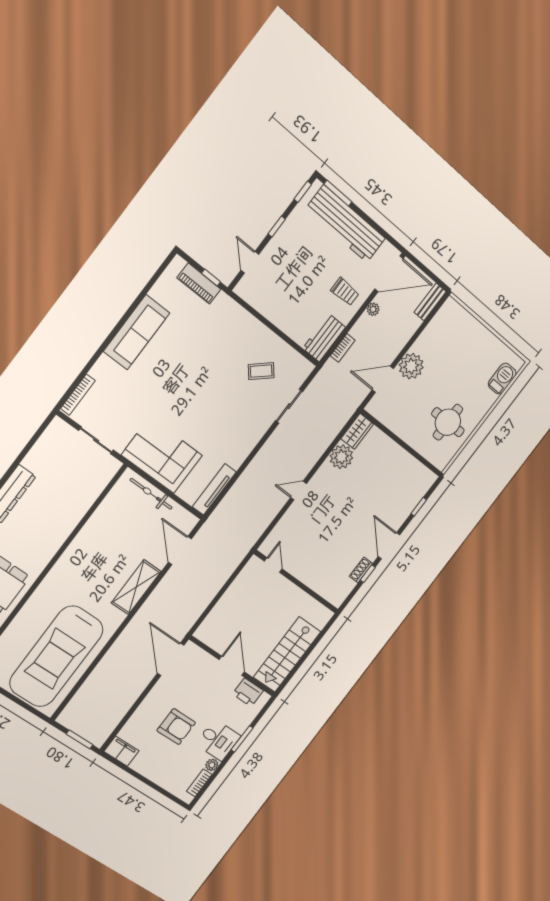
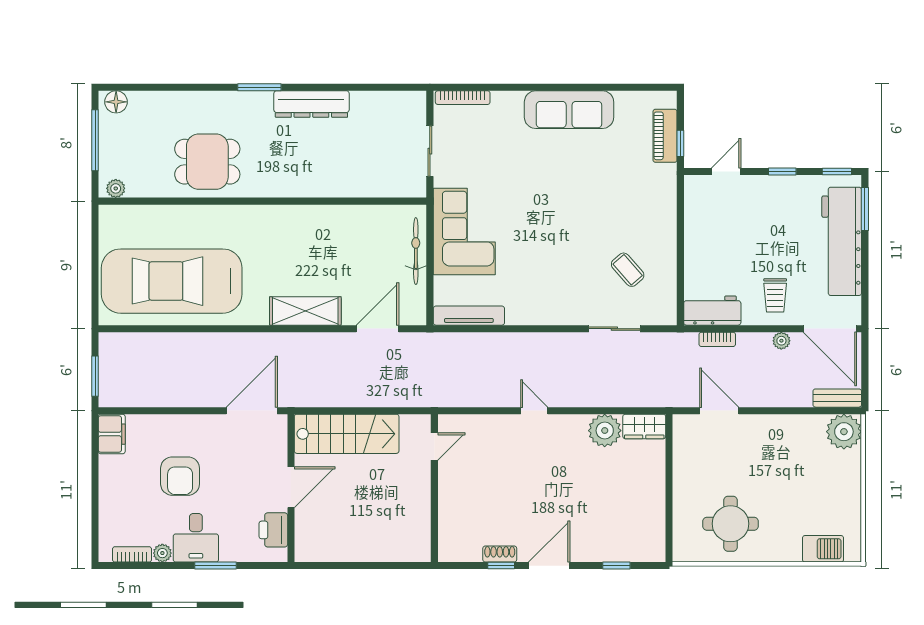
plant: (411, 366) -> (844, 432), moved
stairs: (287, 654) -> (347, 434), moved, turned 180

